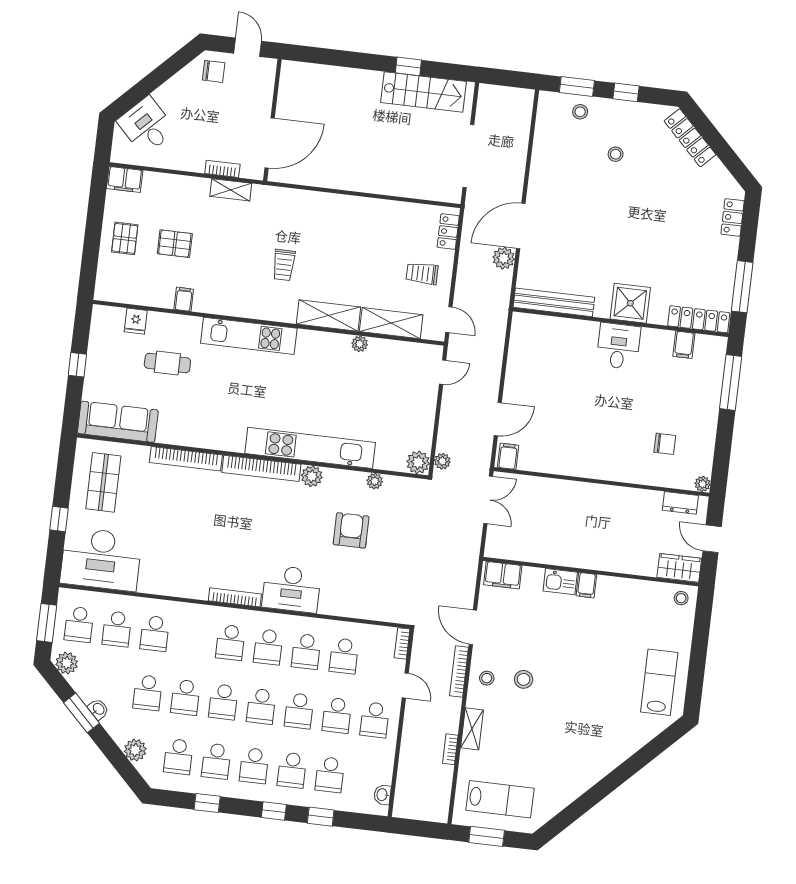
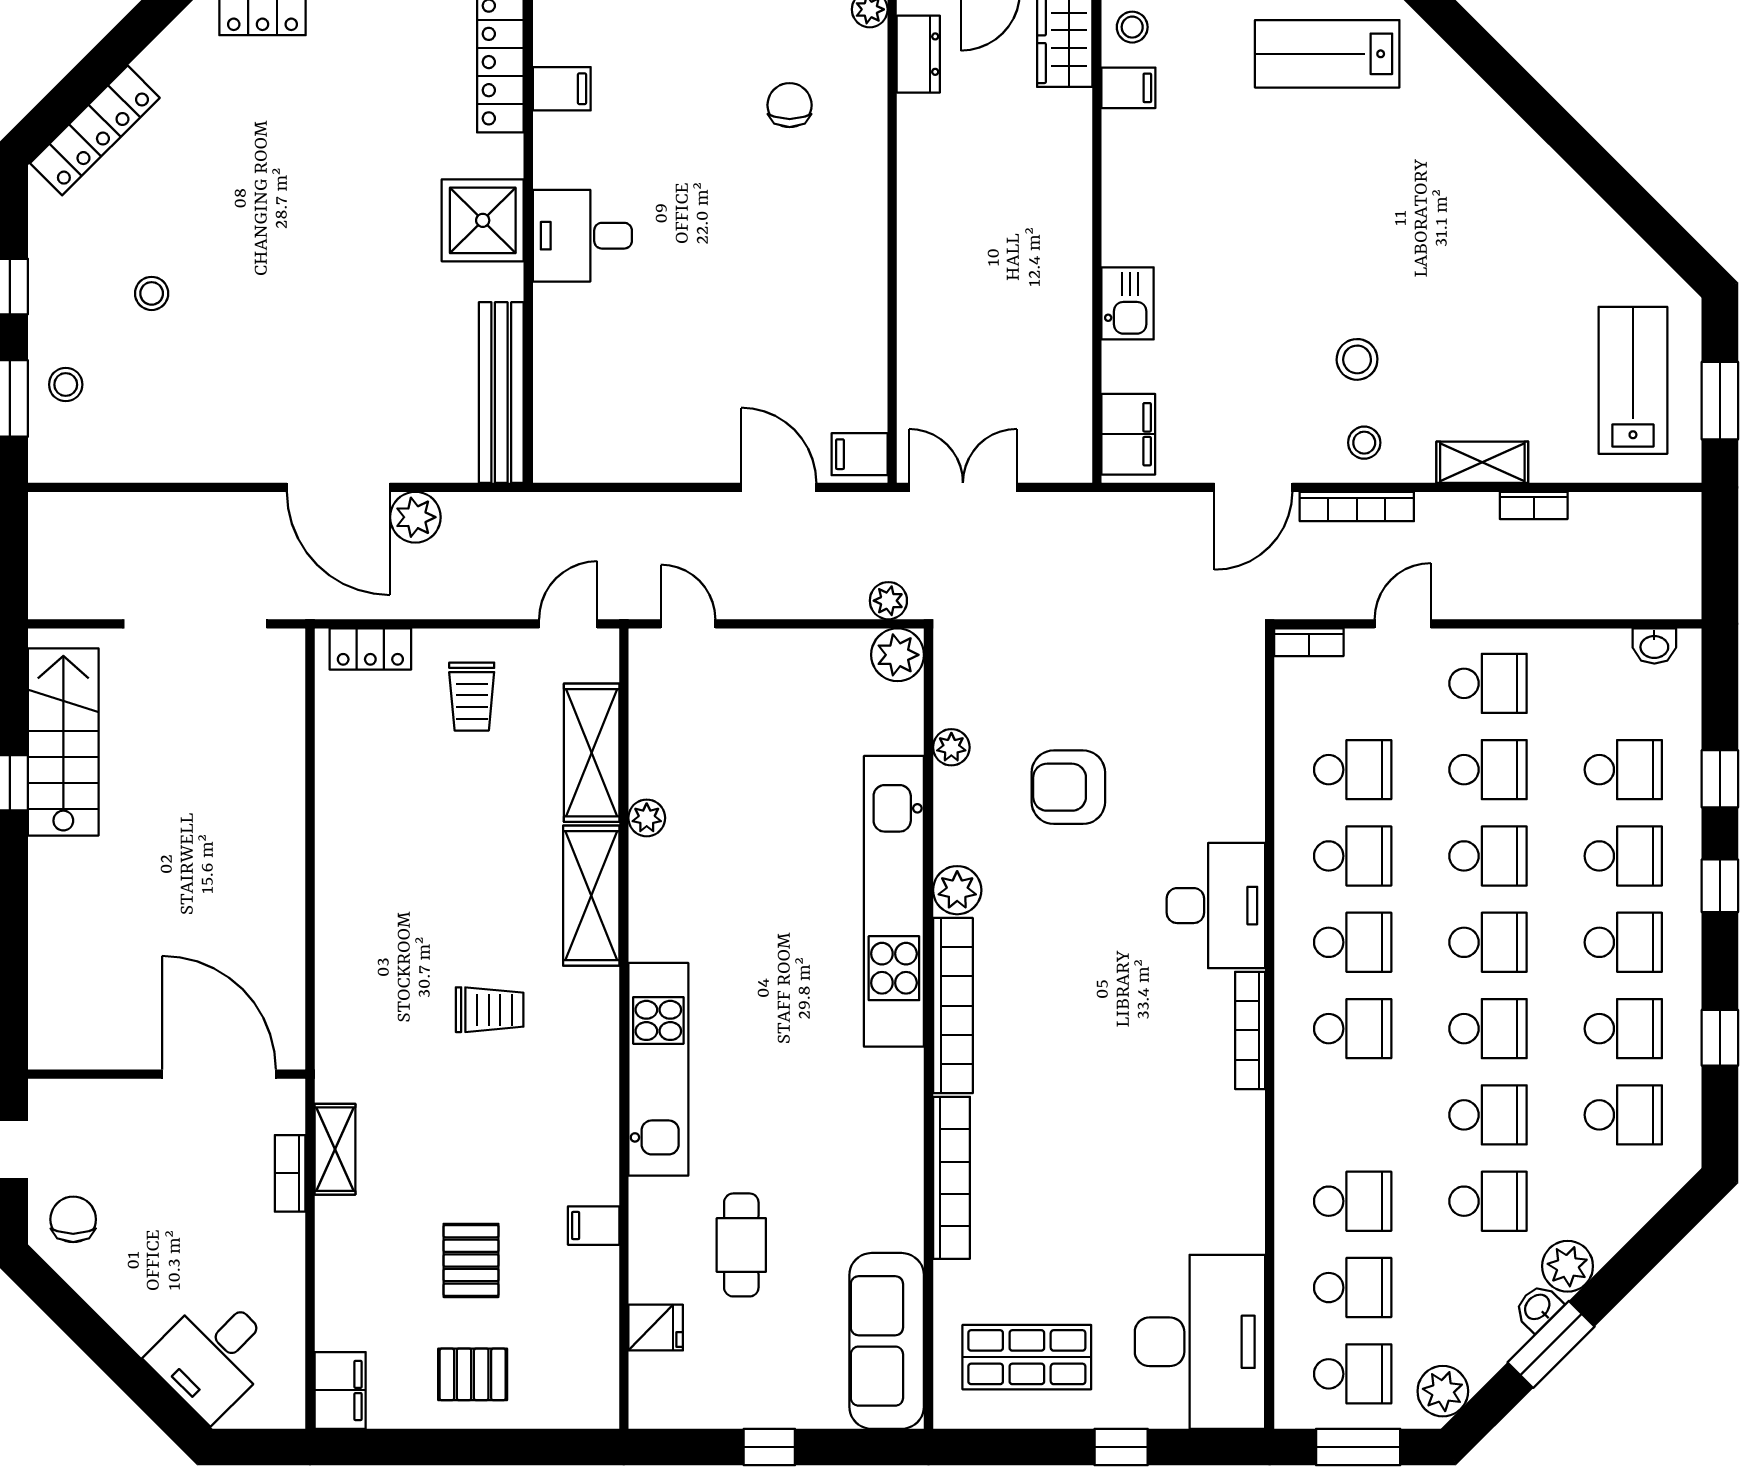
filing cabinet: (586, 585) -> (1128, 88), moved
plant: (135, 750) -> (1568, 1266), moved

